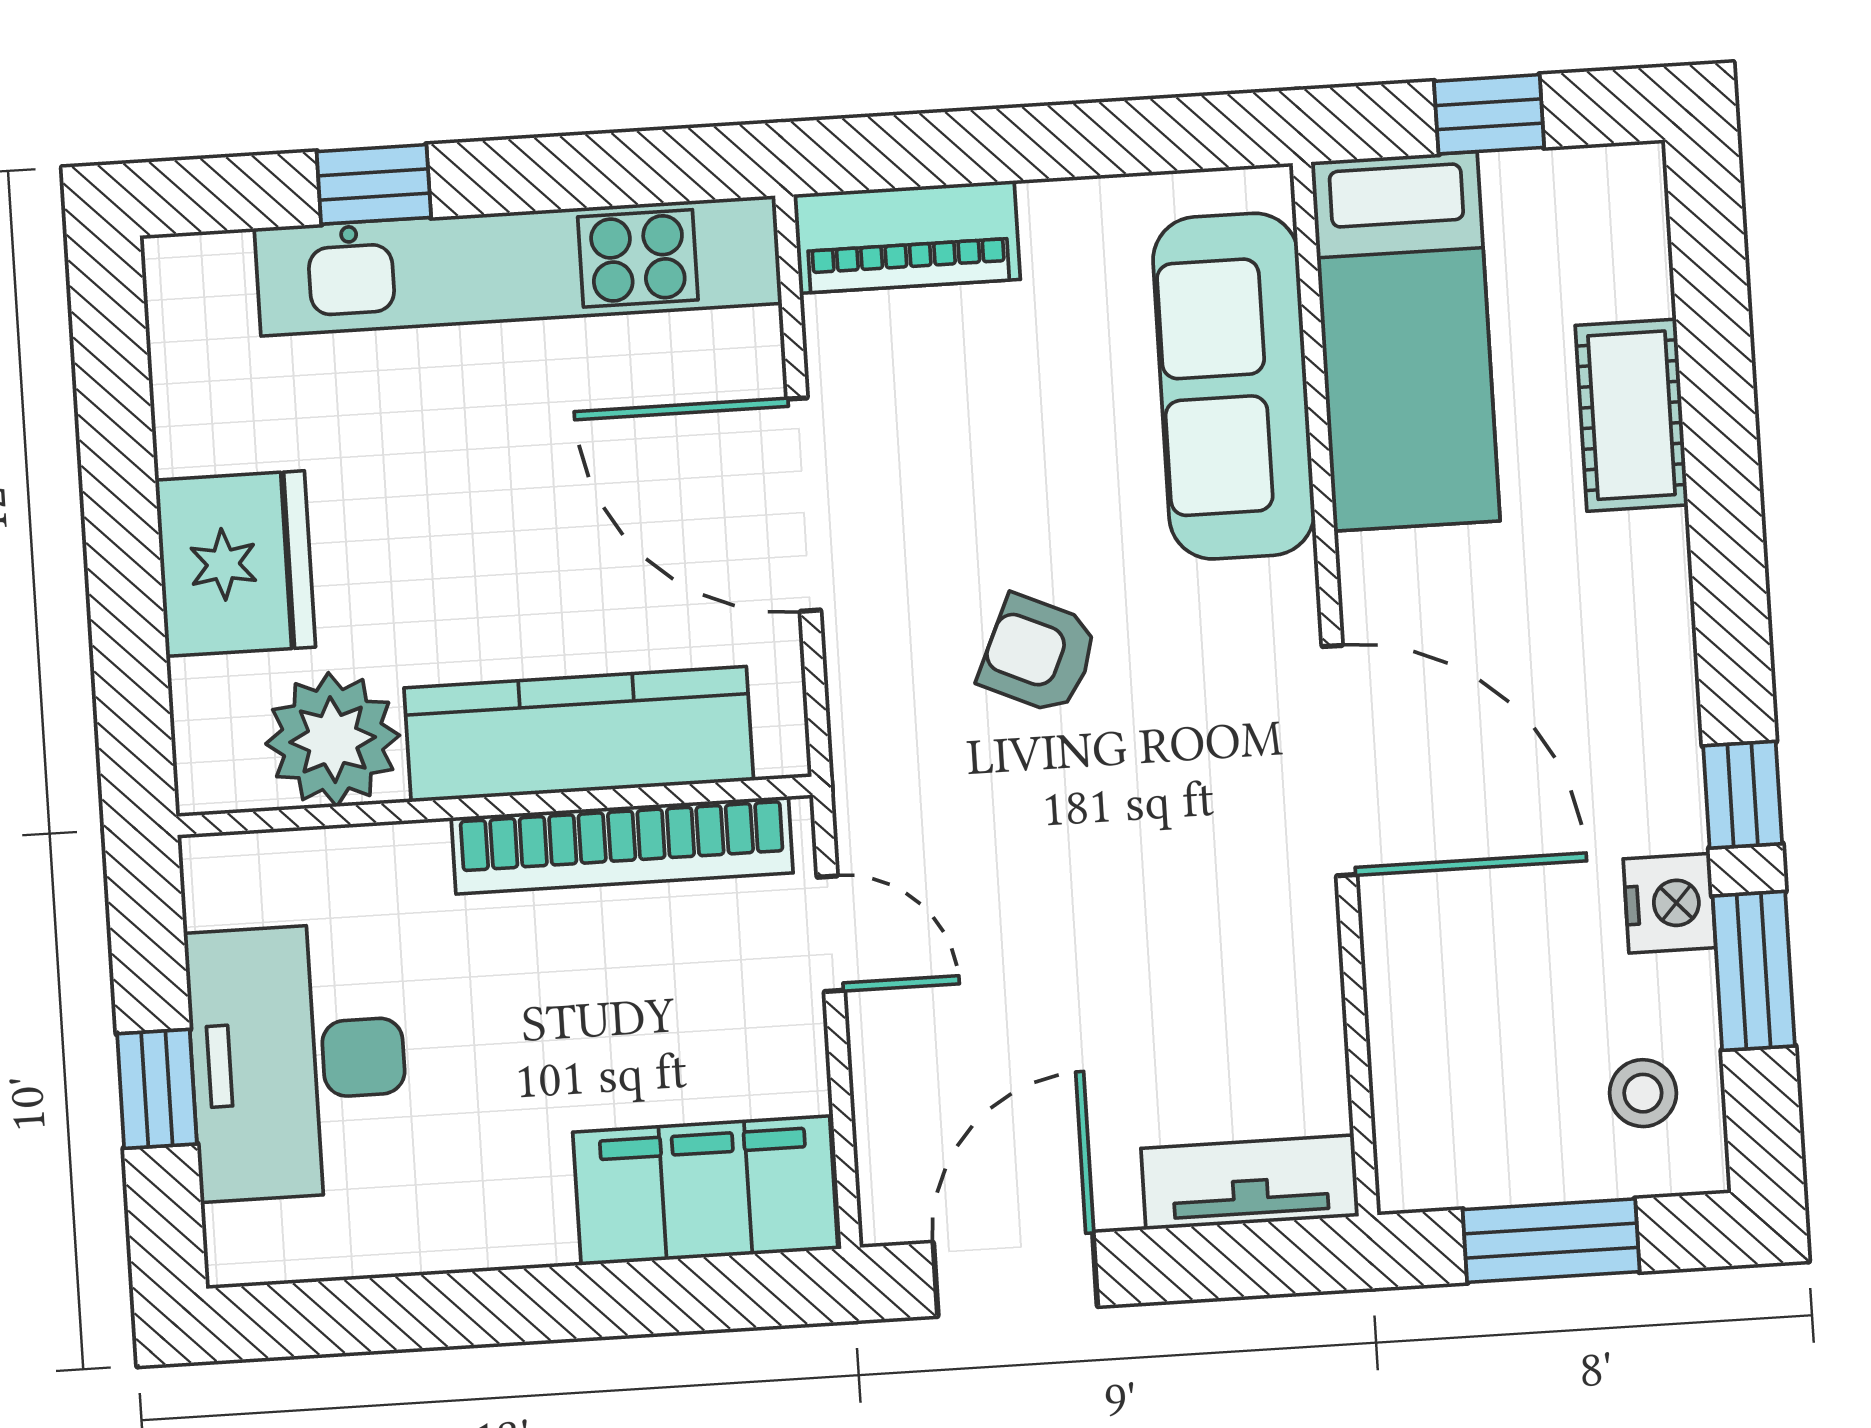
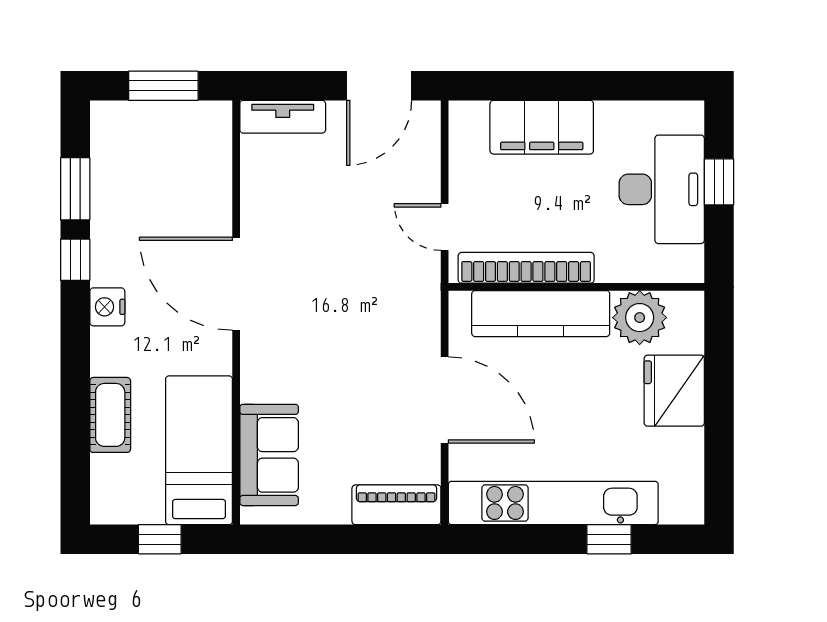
sofa: (1234, 386) -> (269, 455), width x0.73
armchair: (1038, 654) -> (354, 334), removed
nightstand: (1669, 903) -> (107, 307), moved
stool: (1643, 1093) -> (123, 143), removed
filing cabinet: (705, 1191) -> (542, 127), moved

